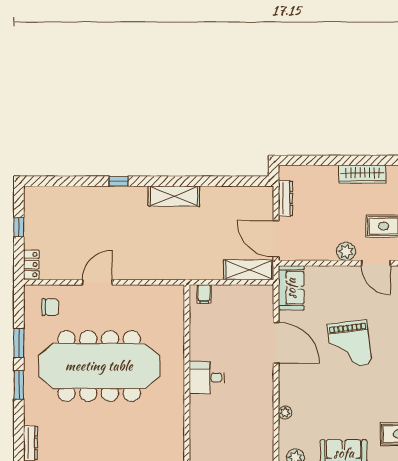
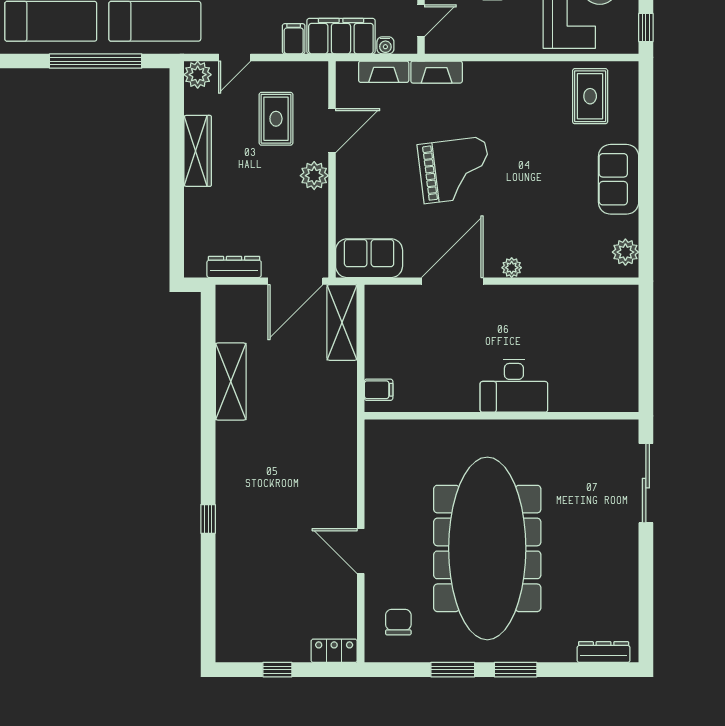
shelving: (174, 196) -> (231, 382), moved
desk: (207, 378) -> (514, 386), width x1.37
plant: (285, 413) -> (512, 268), moved

